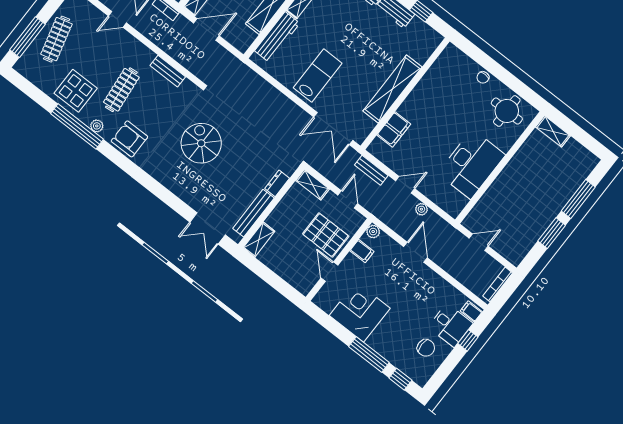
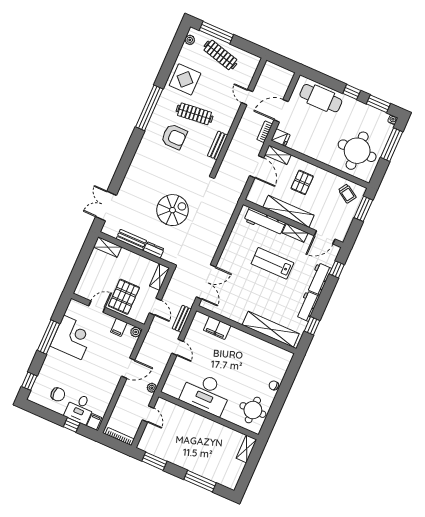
clothes rail: (56, 39) -> (220, 55), turned 30
lab bench: (318, 76) -> (272, 263), moved, turned 180
shelving: (392, 89) -> (271, 329), moved
window: (77, 126) -> (149, 108), moved
plant: (97, 126) -> (190, 40), moved
double door: (333, 129) -> (206, 282), swing flipped
armchair: (129, 139) -> (174, 137), moved, turned 90
spiral stairs: (201, 143) -> (172, 210), moved
door: (348, 199) -> (155, 307), hinge flipped
plant: (421, 209) -> (152, 388), moved
bench: (253, 213) -> (131, 240), width x0.73
window: (552, 233) -> (154, 461), moved
chair: (426, 348) -> (58, 394), turned -90
window: (369, 355) -> (49, 337), moved

